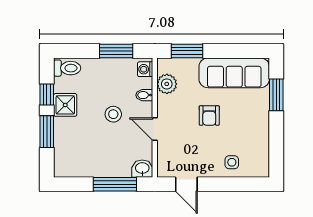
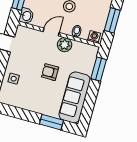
plant: (167, 84) -> (65, 45), moved

